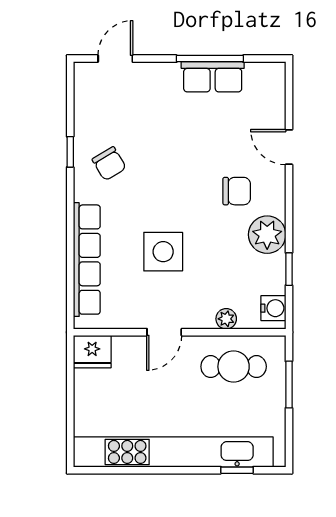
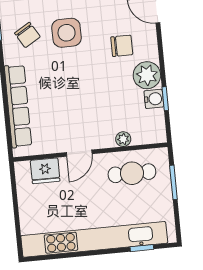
side table: (163, 252) -> (67, 33), moved
water cooler: (273, 308) -> (154, 99), moved
fridge: (92, 352) -> (45, 171), moved

